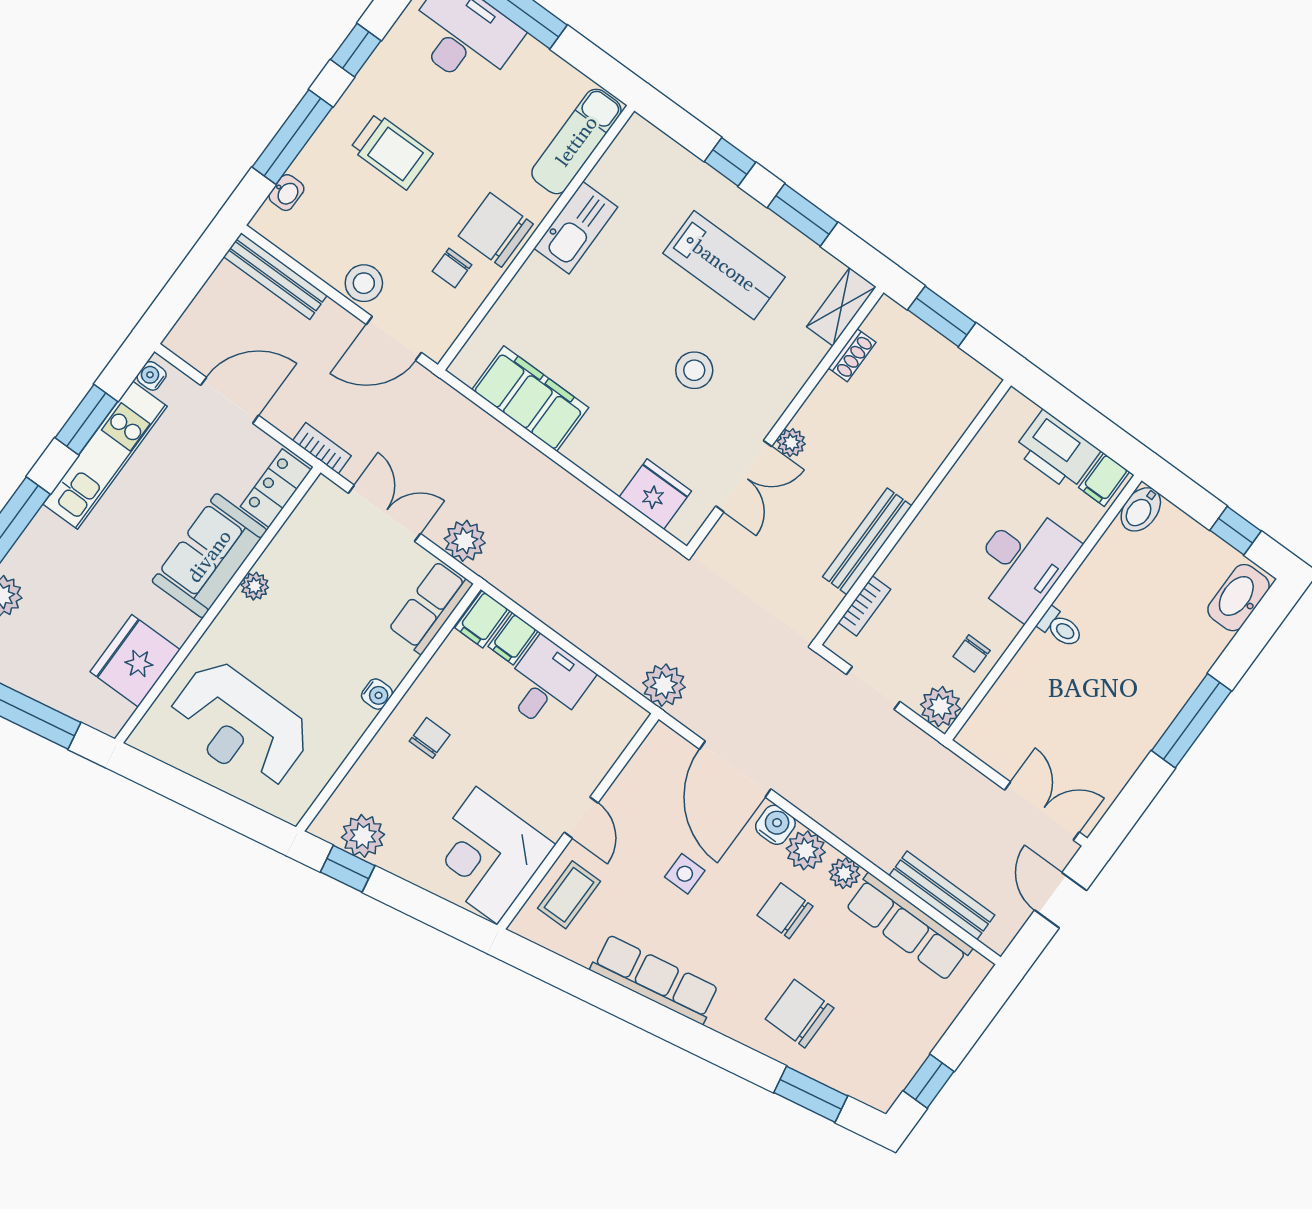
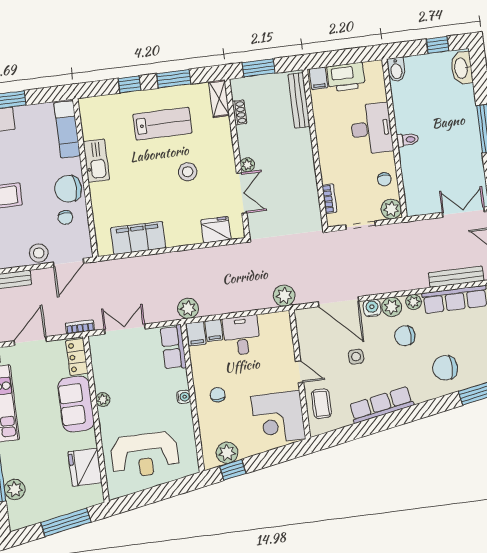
filing cabinet: (1104, 480) -> (319, 78), moved
plant: (465, 541) -> (188, 308), moved
bench: (867, 541) -> (299, 100), moved

